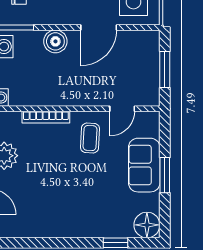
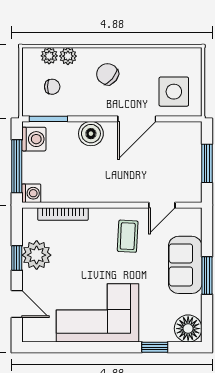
bookcase: (46, 117) -> (63, 214), moved
corner sofa: (62, 210) -> (97, 313), added

